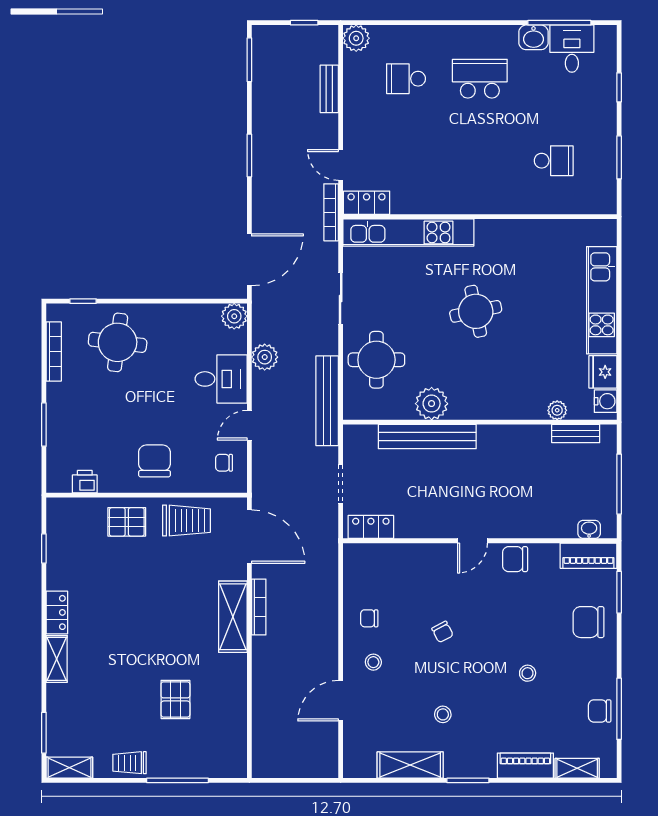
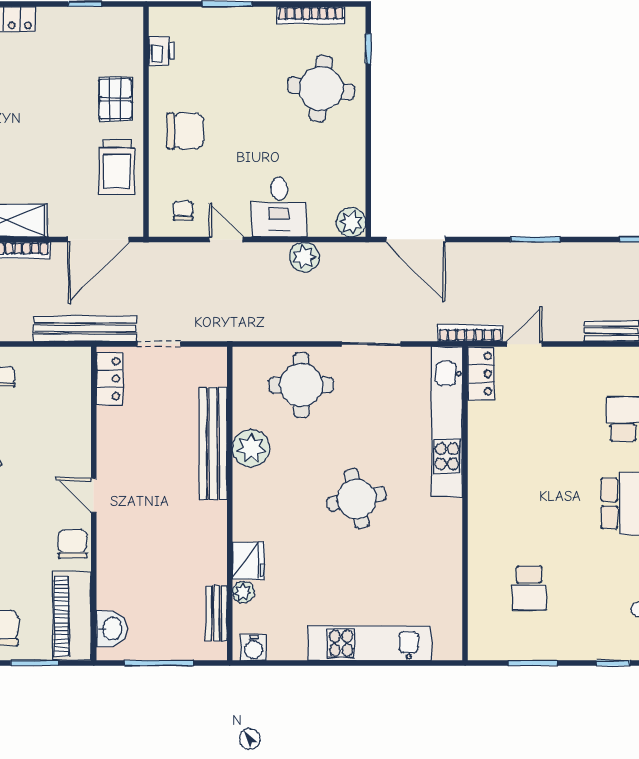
fridge: (603, 372) -> (248, 561), moved, turned 90
bench: (327, 401) -> (85, 329), moved
washbasin: (589, 529) -> (111, 629), width x1.38, depth x1.45
piano: (588, 556) -> (72, 616), width x1.37, depth x1.33

